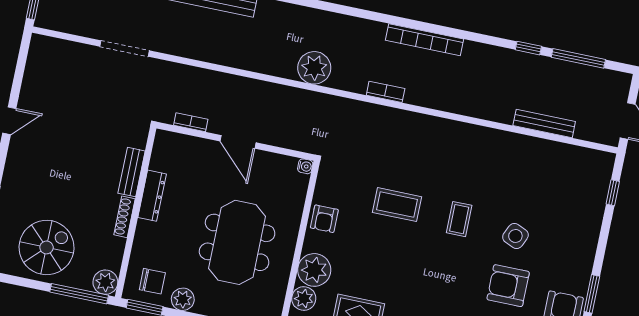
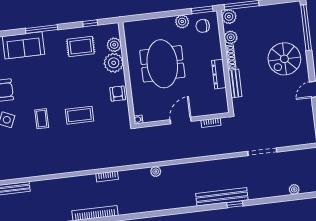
plant: (314, 68) -> (156, 172), width x0.53, depth x0.53
door: (238, 142) -> (181, 120), hinge flipped
spiral stairs: (47, 247) -> (284, 59), moved
plant: (114, 248) -> (231, 37), added

